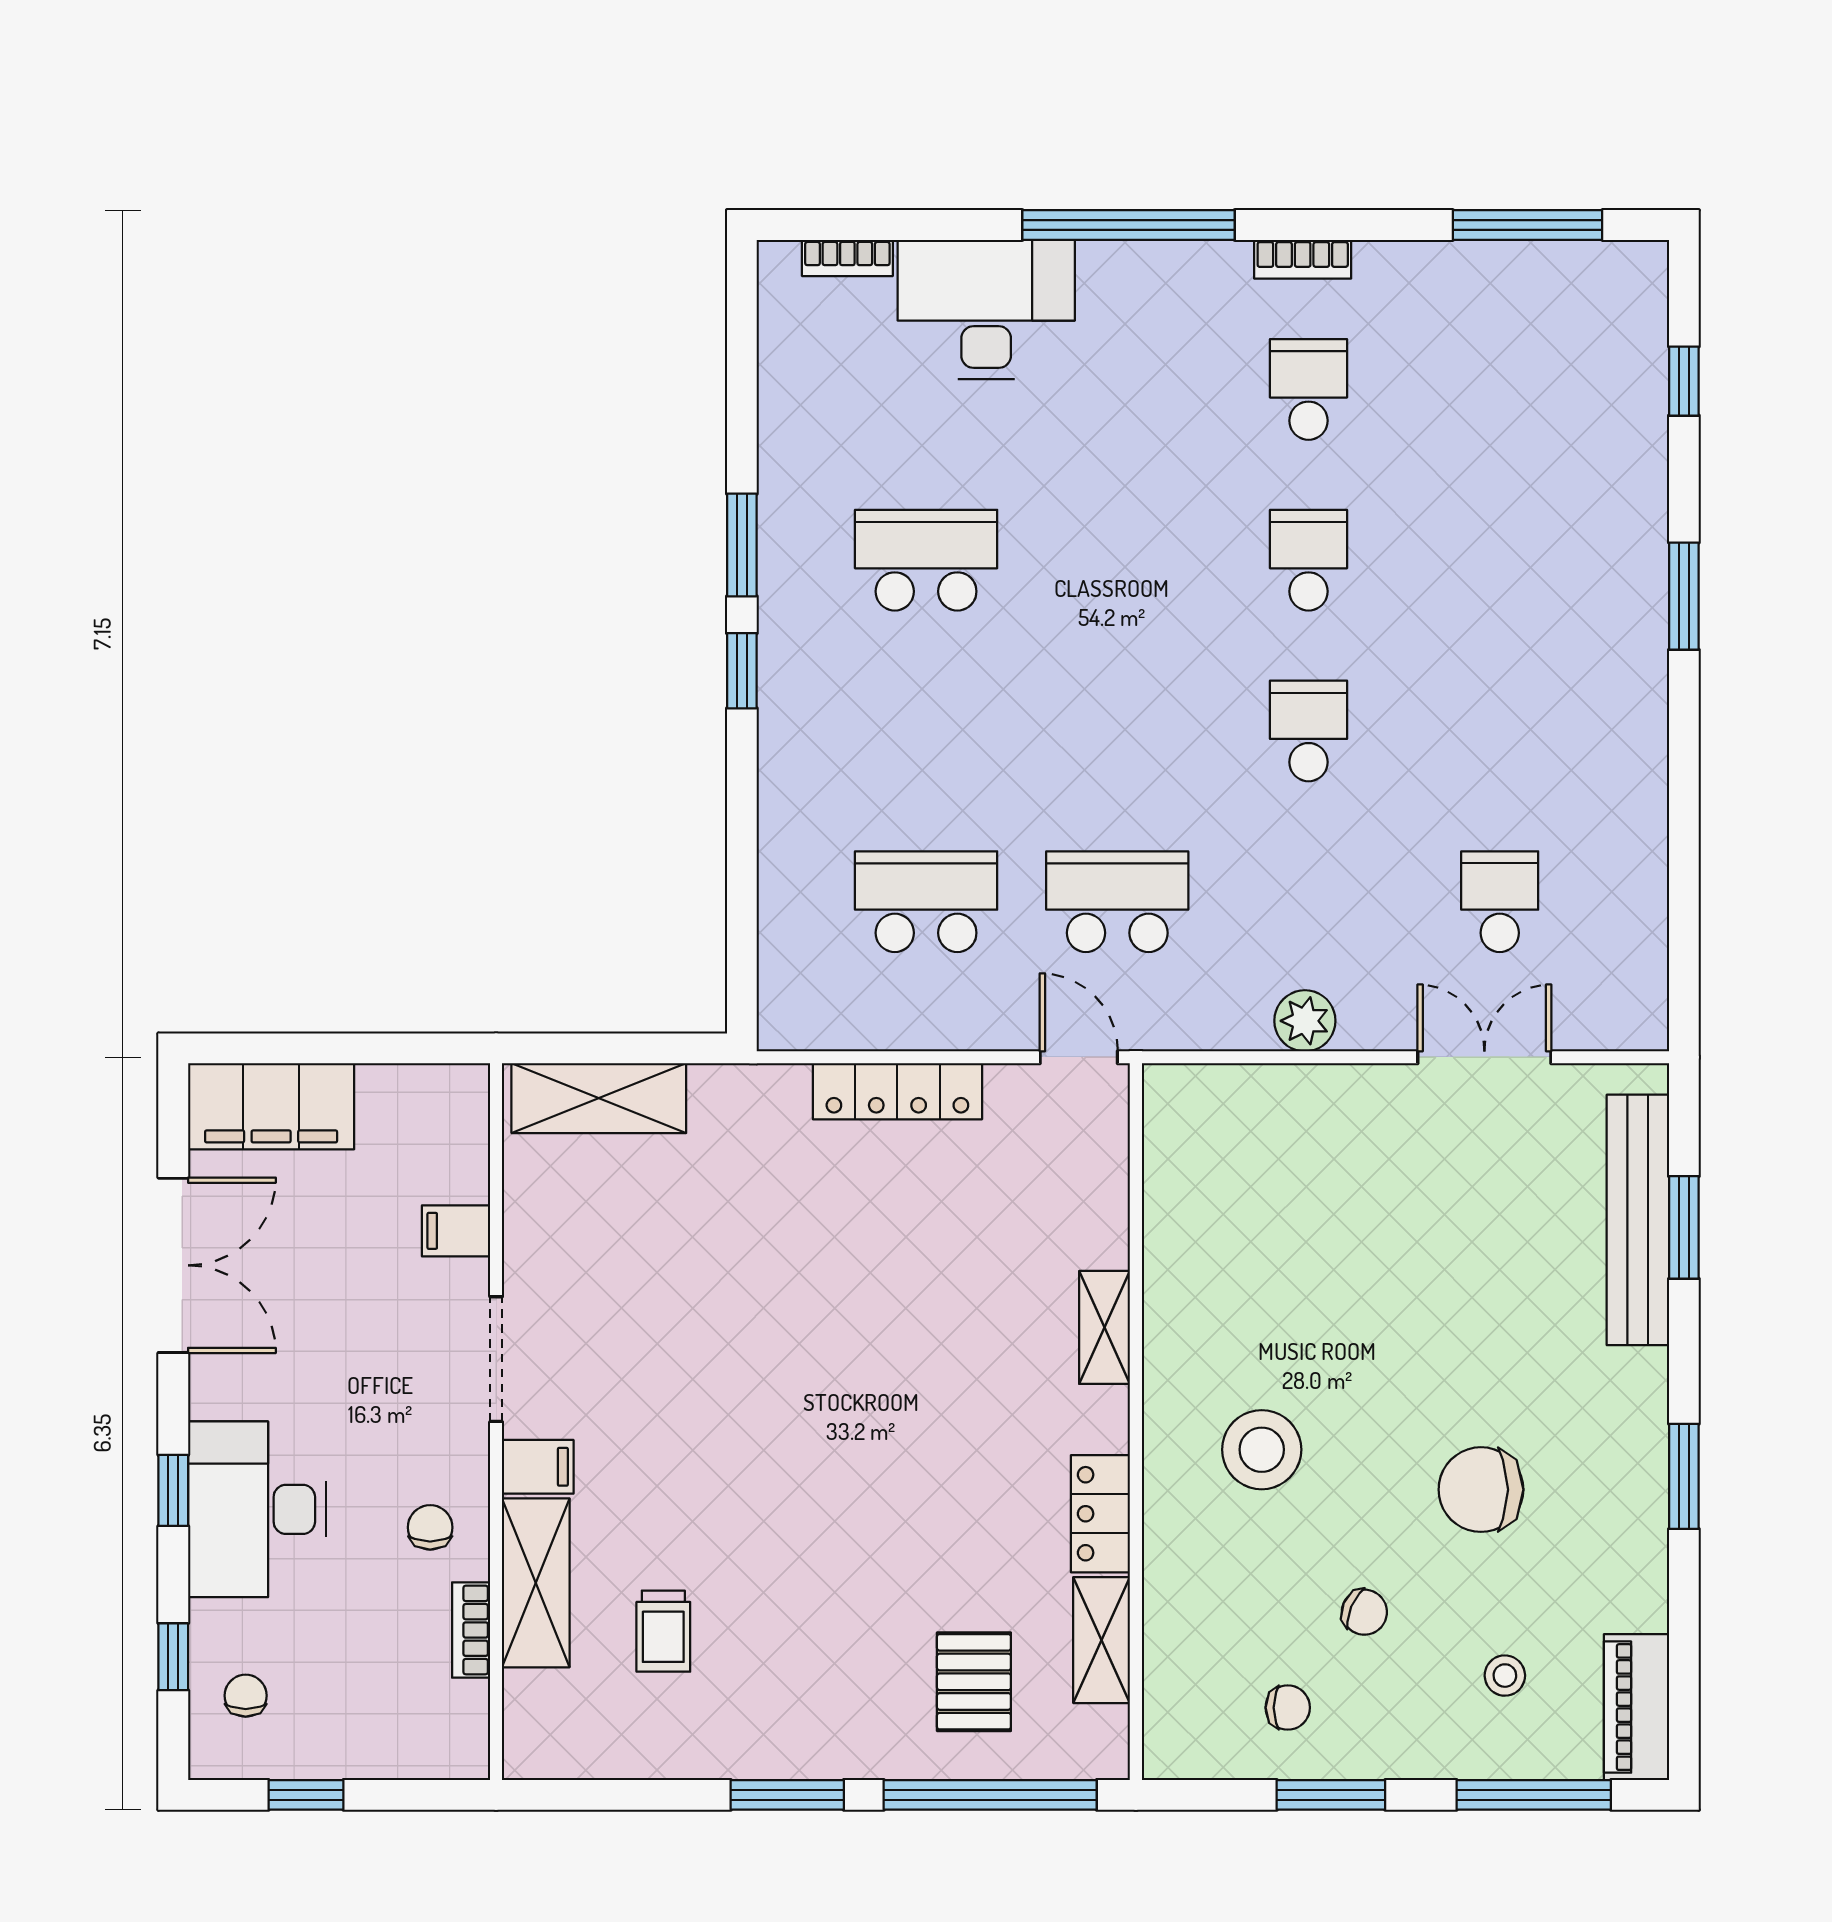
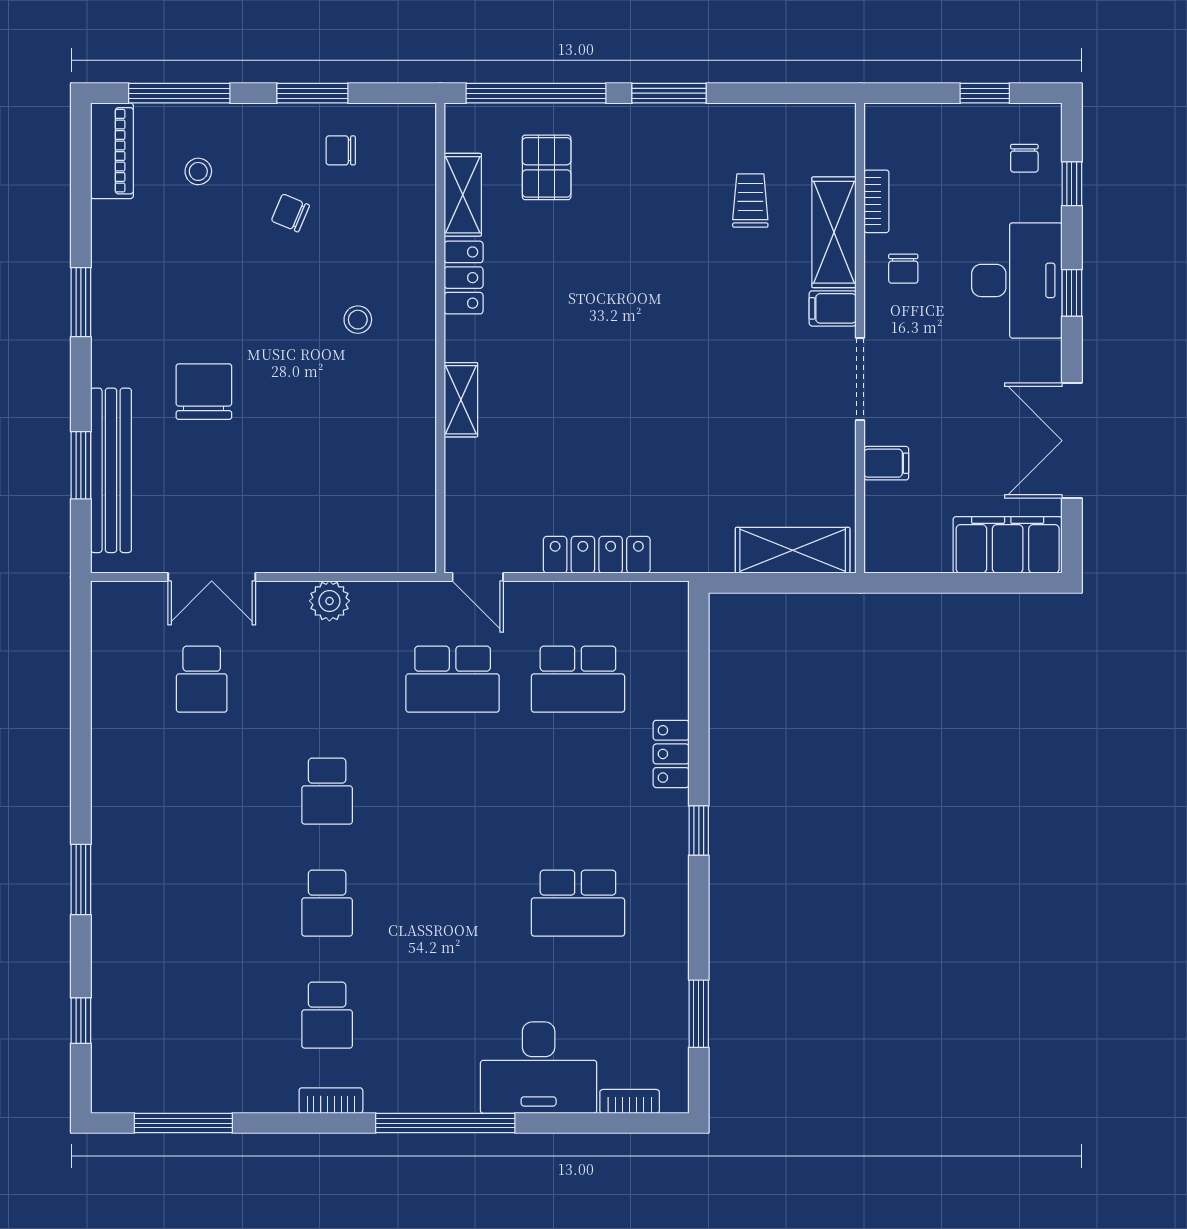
window: (742, 545) -> (699, 1014), moved
locker: (784, 788) -> (671, 754), added
stool: (1262, 1450) -> (358, 320), width x0.53, depth x0.53
chair: (1481, 1490) -> (204, 392), moved, turned -90

